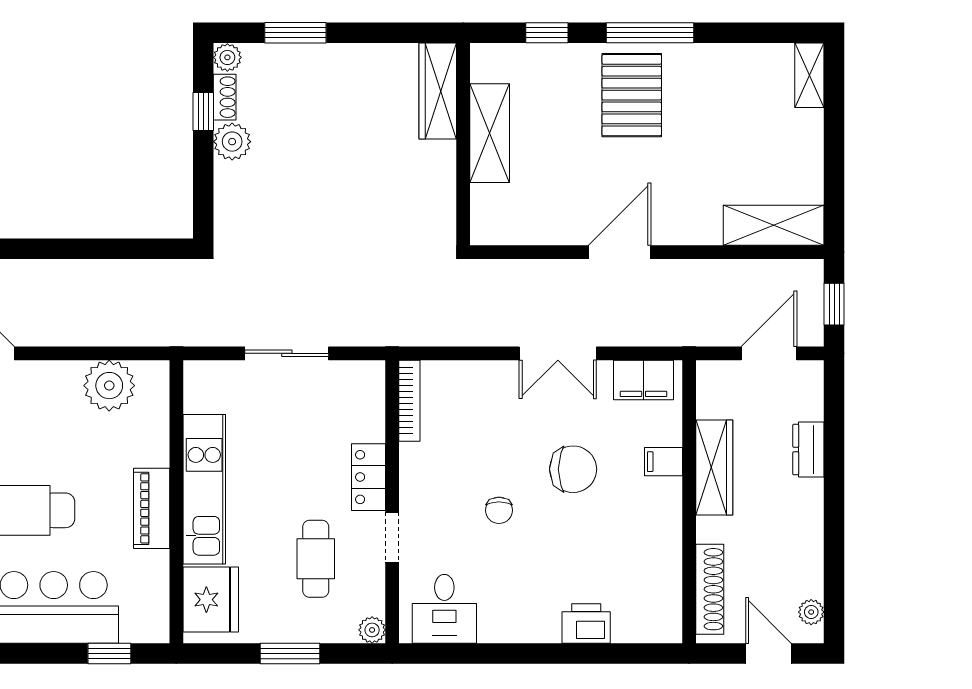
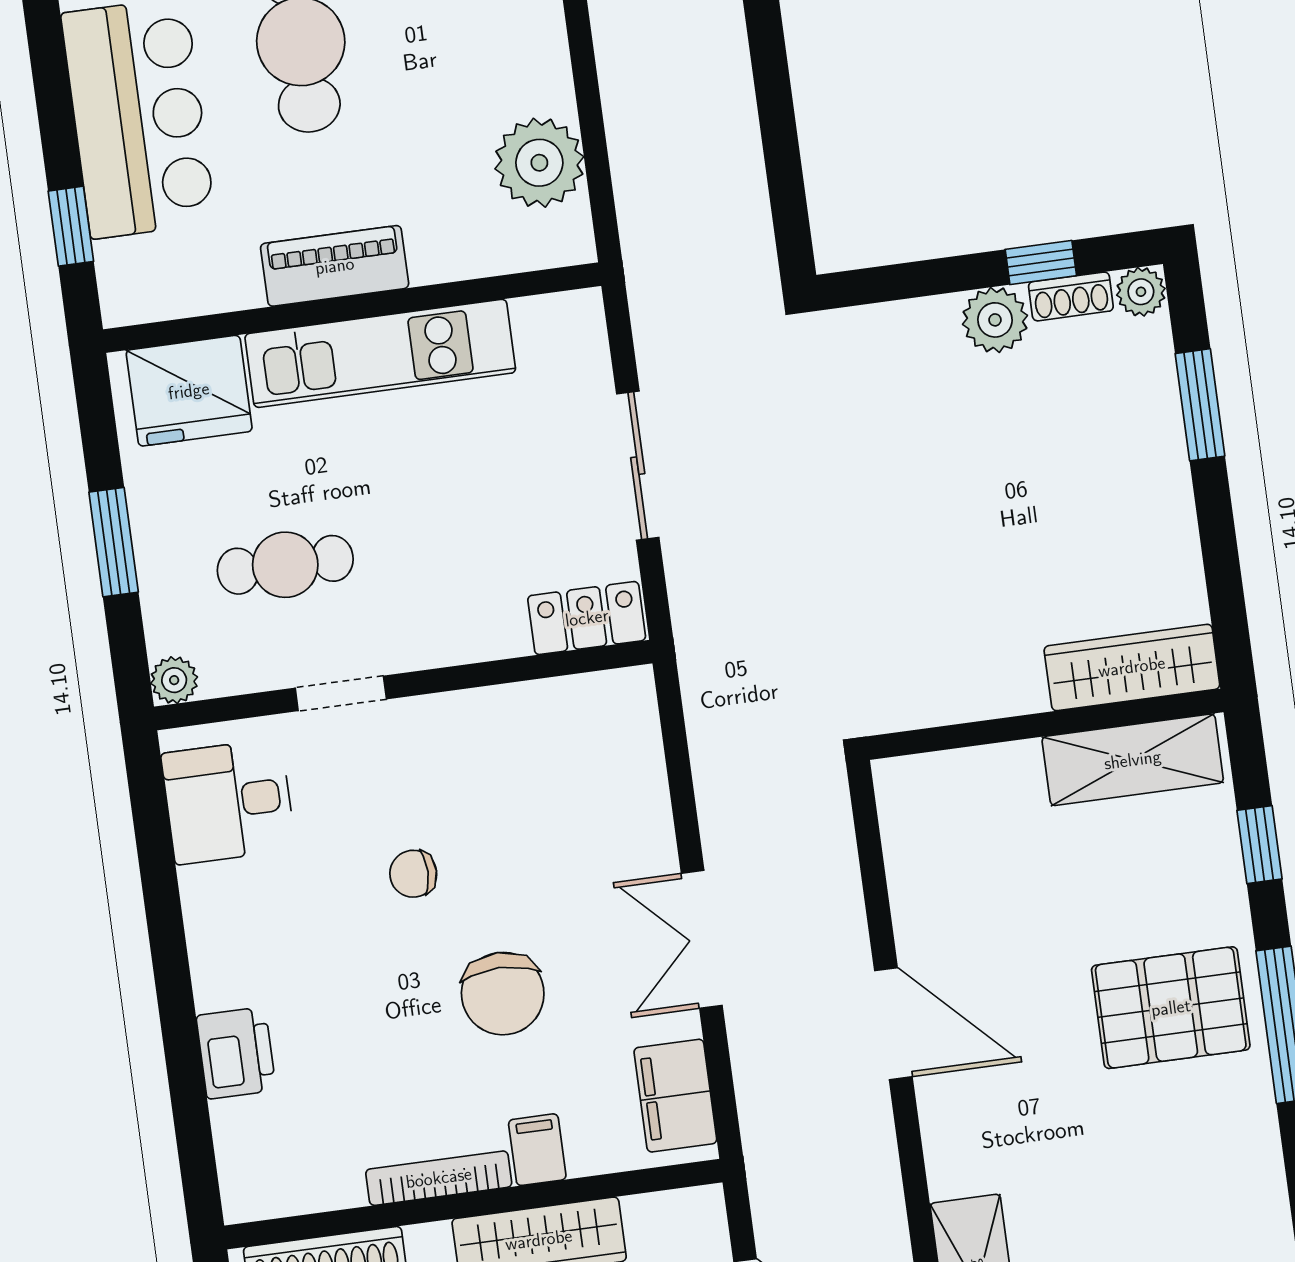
shelving: (490, 133) -> (1133, 760), moved
bookcase: (409, 401) -> (439, 1178), moved, turned 180
locker: (369, 477) -> (587, 618), moved

